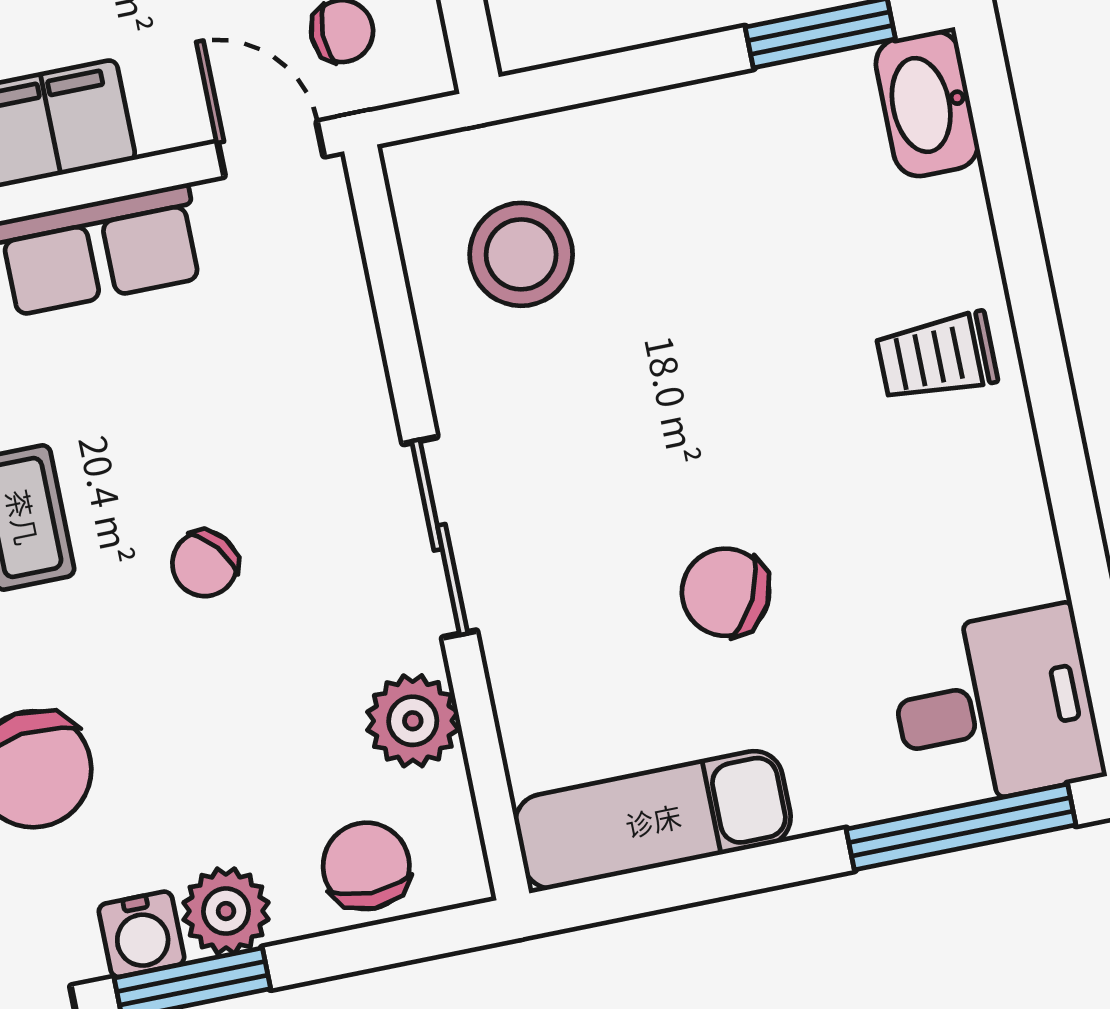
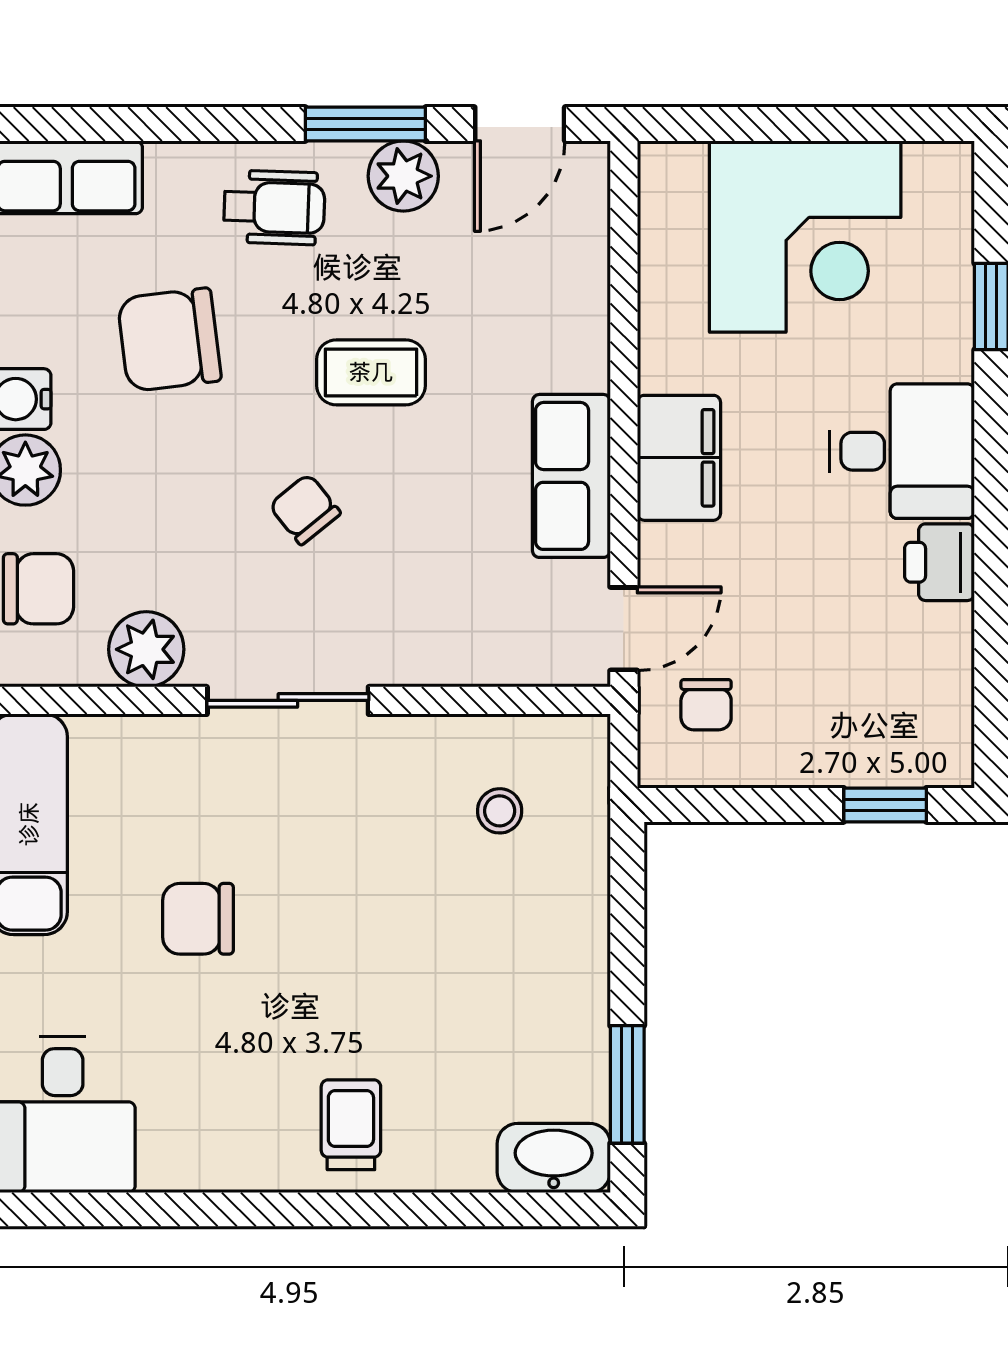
stool: (521, 254) -> (500, 811), width x0.53, depth x0.53
chair: (726, 592) -> (198, 919), turned -117

